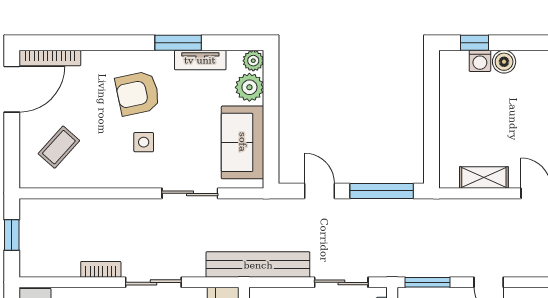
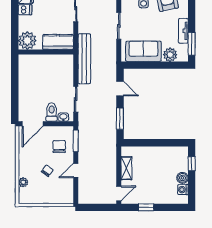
window: (178, 43) -> (192, 44), moved
plant: (253, 61) -> (183, 56), removed
washing machine: (480, 61) -> (183, 190), moved
door: (319, 191) -> (120, 89), hinge flipped
window: (382, 191) -> (120, 119), width x0.69

